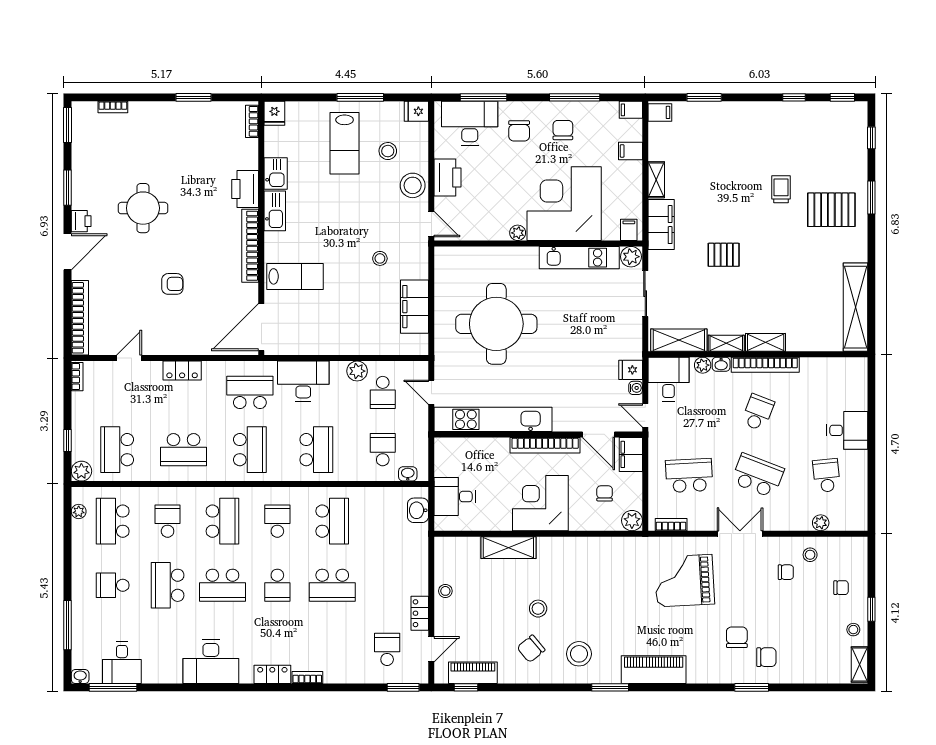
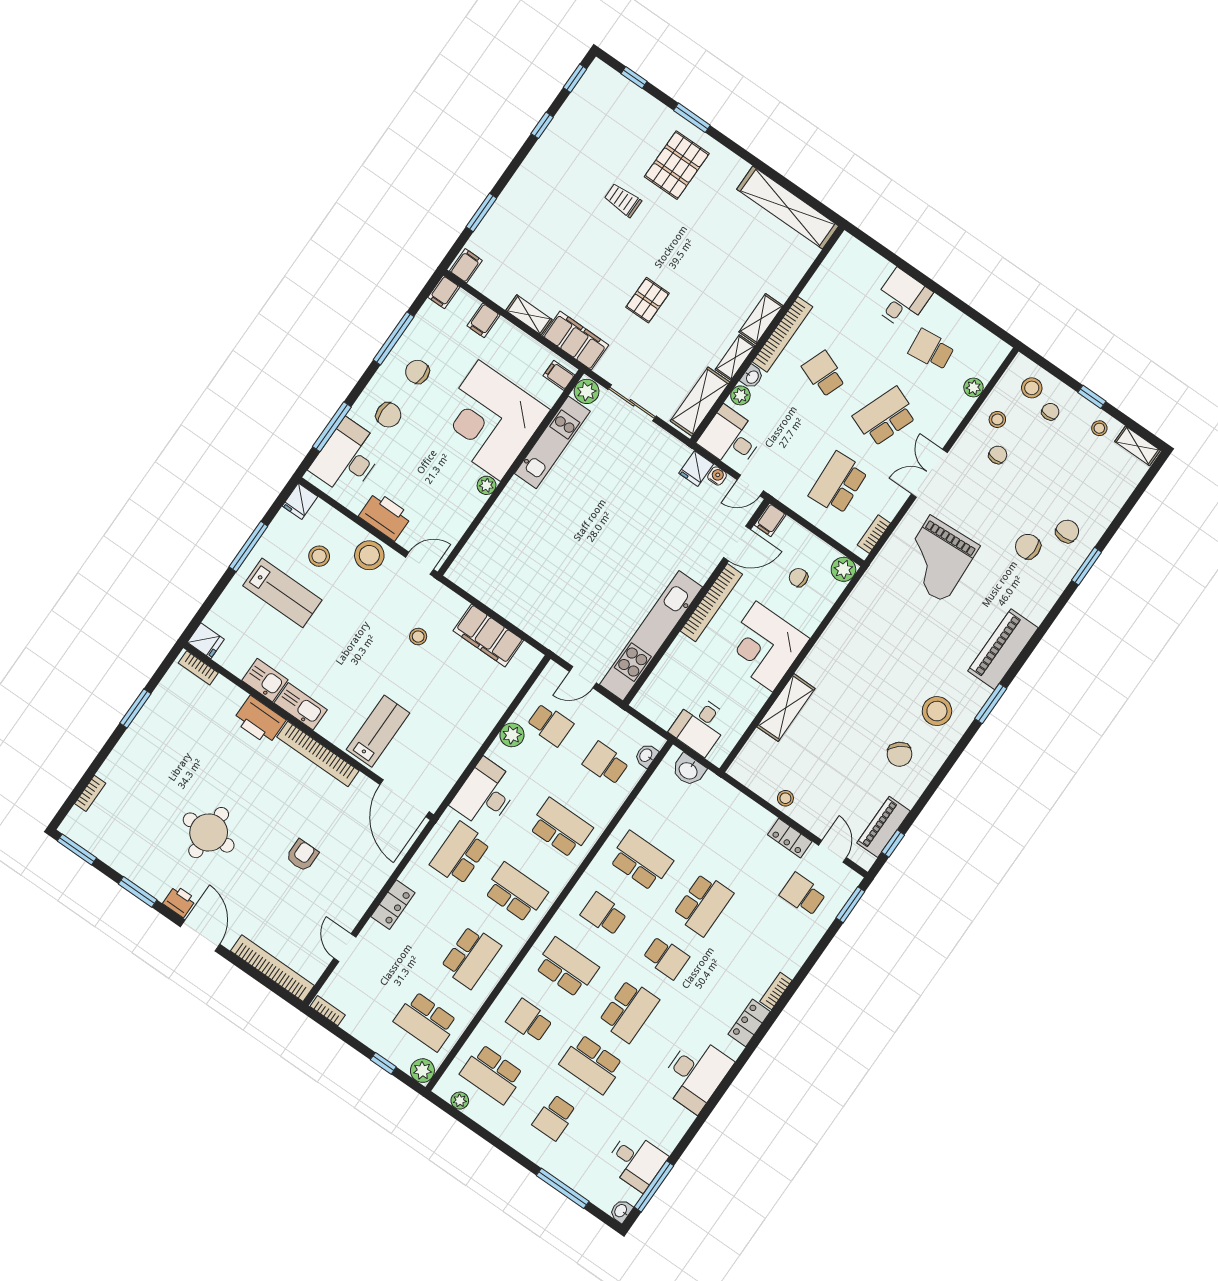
round table: (496, 324) -> (560, 568), removed
filing cabinet: (631, 454) -> (770, 520), width x0.50
stool: (538, 609) -> (1032, 388), moved

